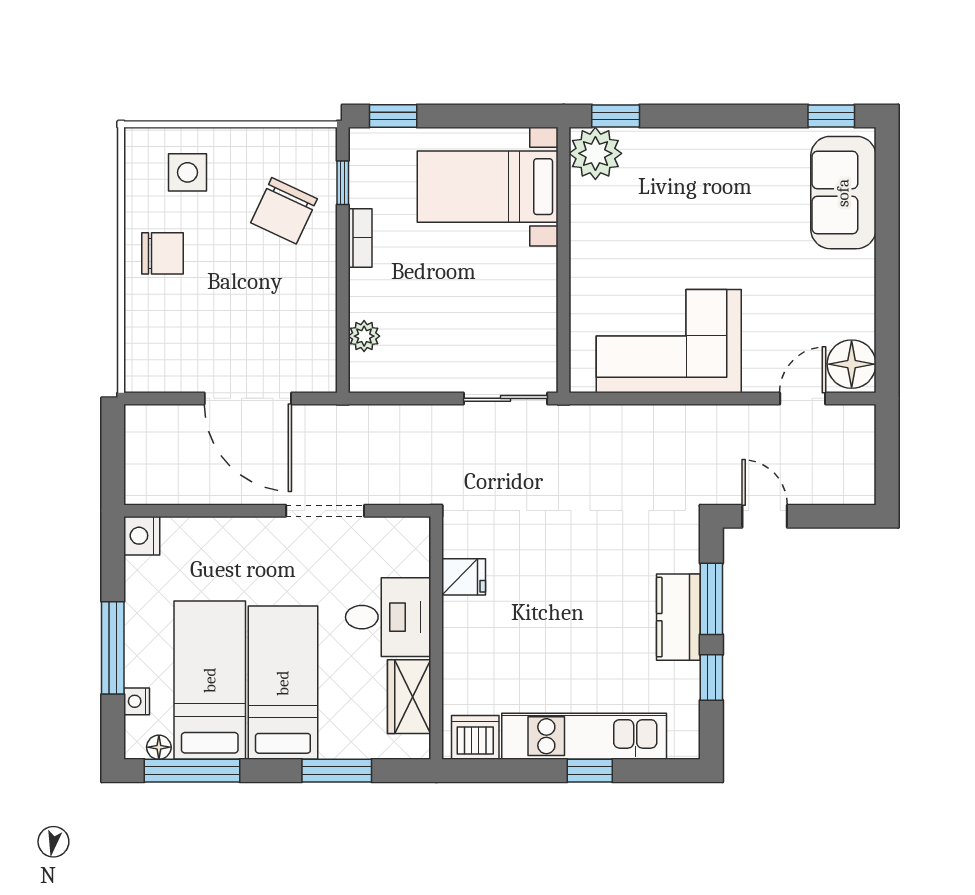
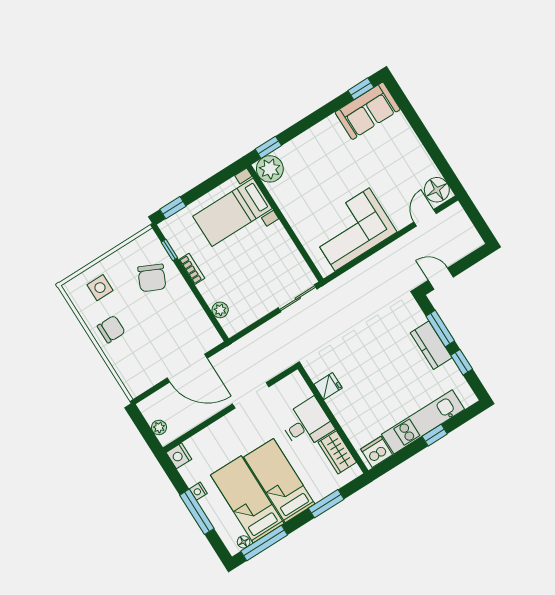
sofa: (843, 193) -> (368, 111), moved, turned -90
plant: (138, 467) -> (159, 427), added
nightstand: (137, 701) -> (198, 491), moved

